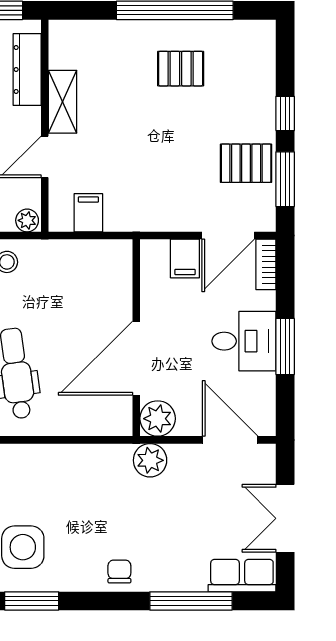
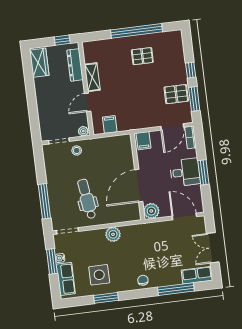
filing cabinet: (185, 258) -> (143, 141), moved
plant: (150, 460) -> (113, 234), moved

